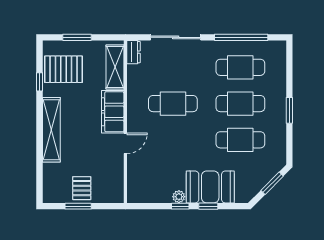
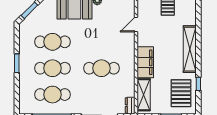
pallet: (63, 69) -> (181, 93), turned 90
door: (125, 143) -> (136, 25), moved

